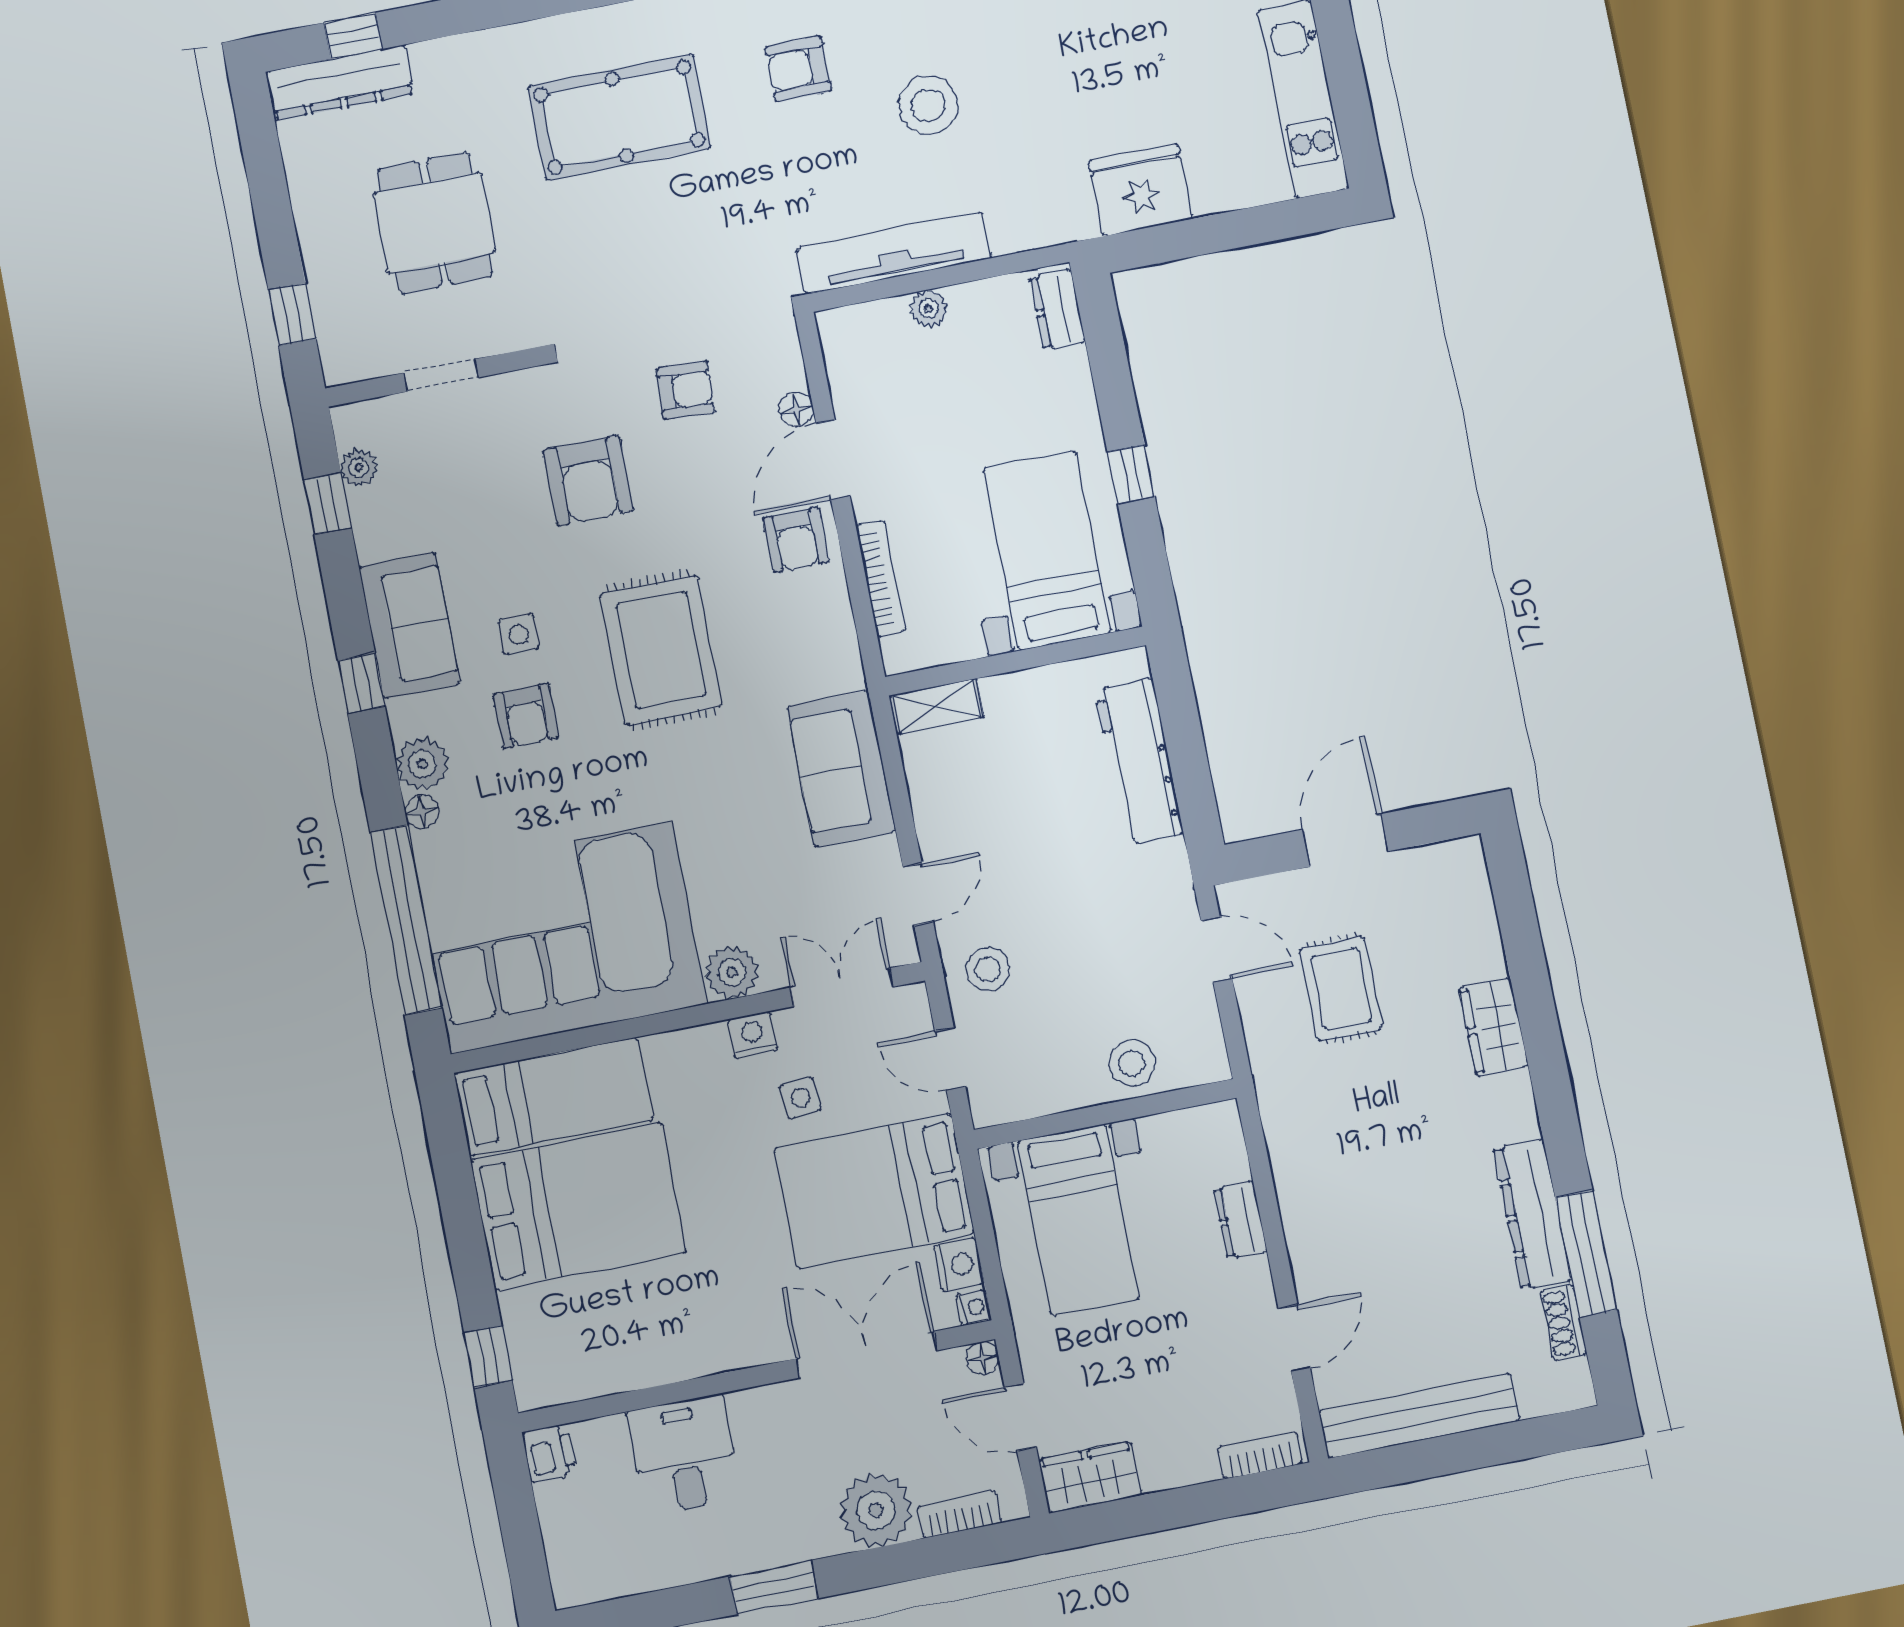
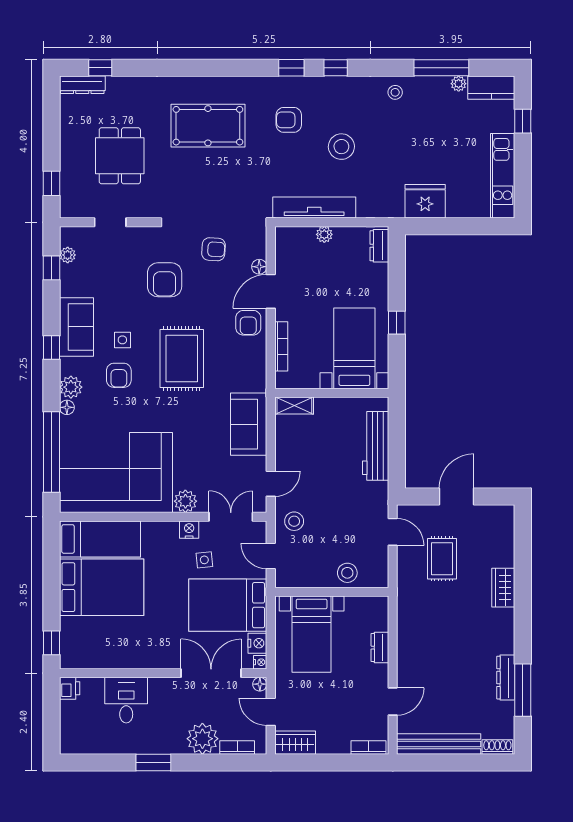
dresser: (340, 83) -> (82, 85), width x0.73, depth x0.80
dresser: (1533, 1214) -> (506, 678), width x0.73, depth x0.80
shoe rack: (1563, 1323) -> (497, 747), moved, turned 90

